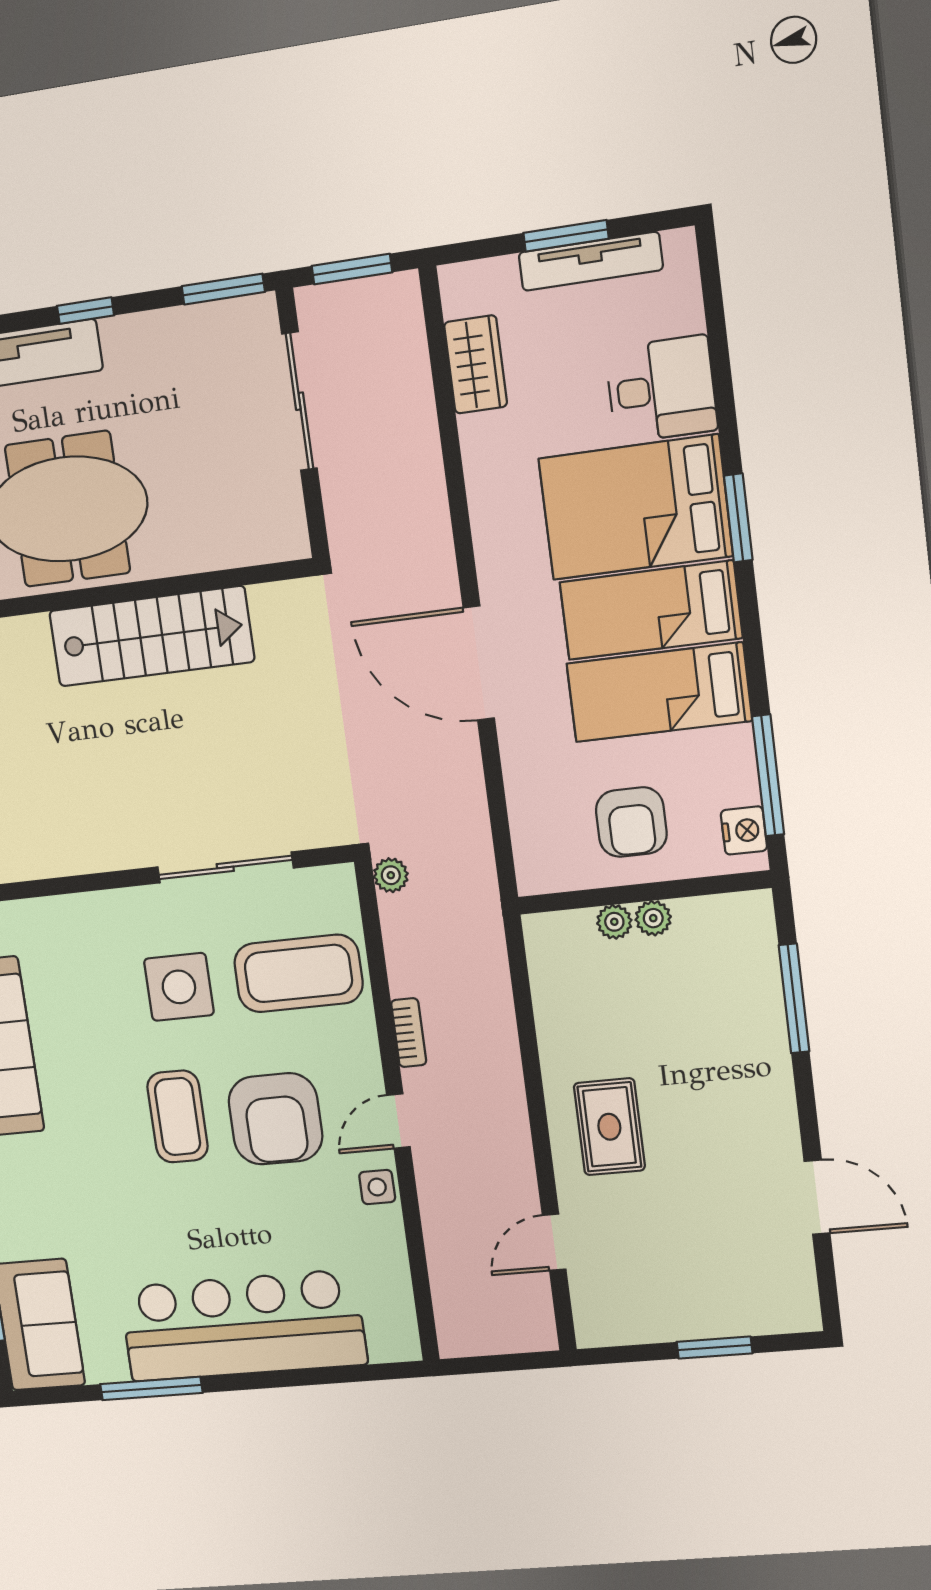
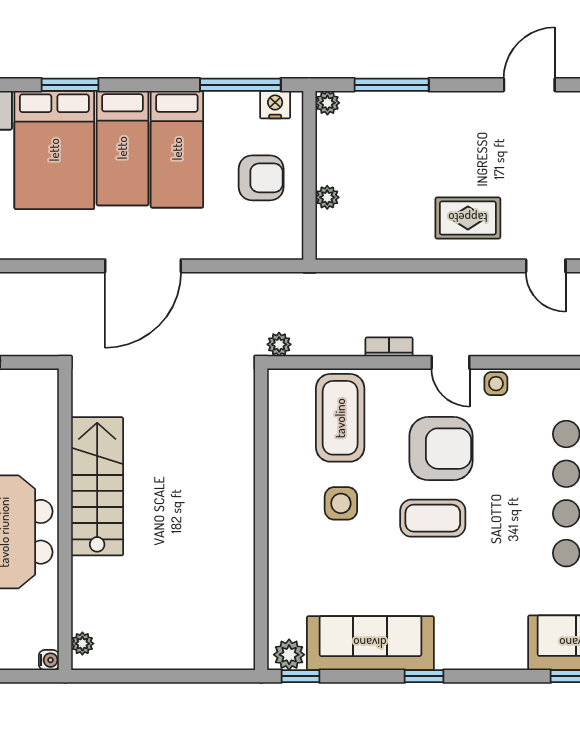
sliding door: (225, 867) -> (261, 458), removed
plant: (653, 918) -> (327, 103), moved
side table: (179, 987) -> (341, 503), width x0.73, depth x0.73

